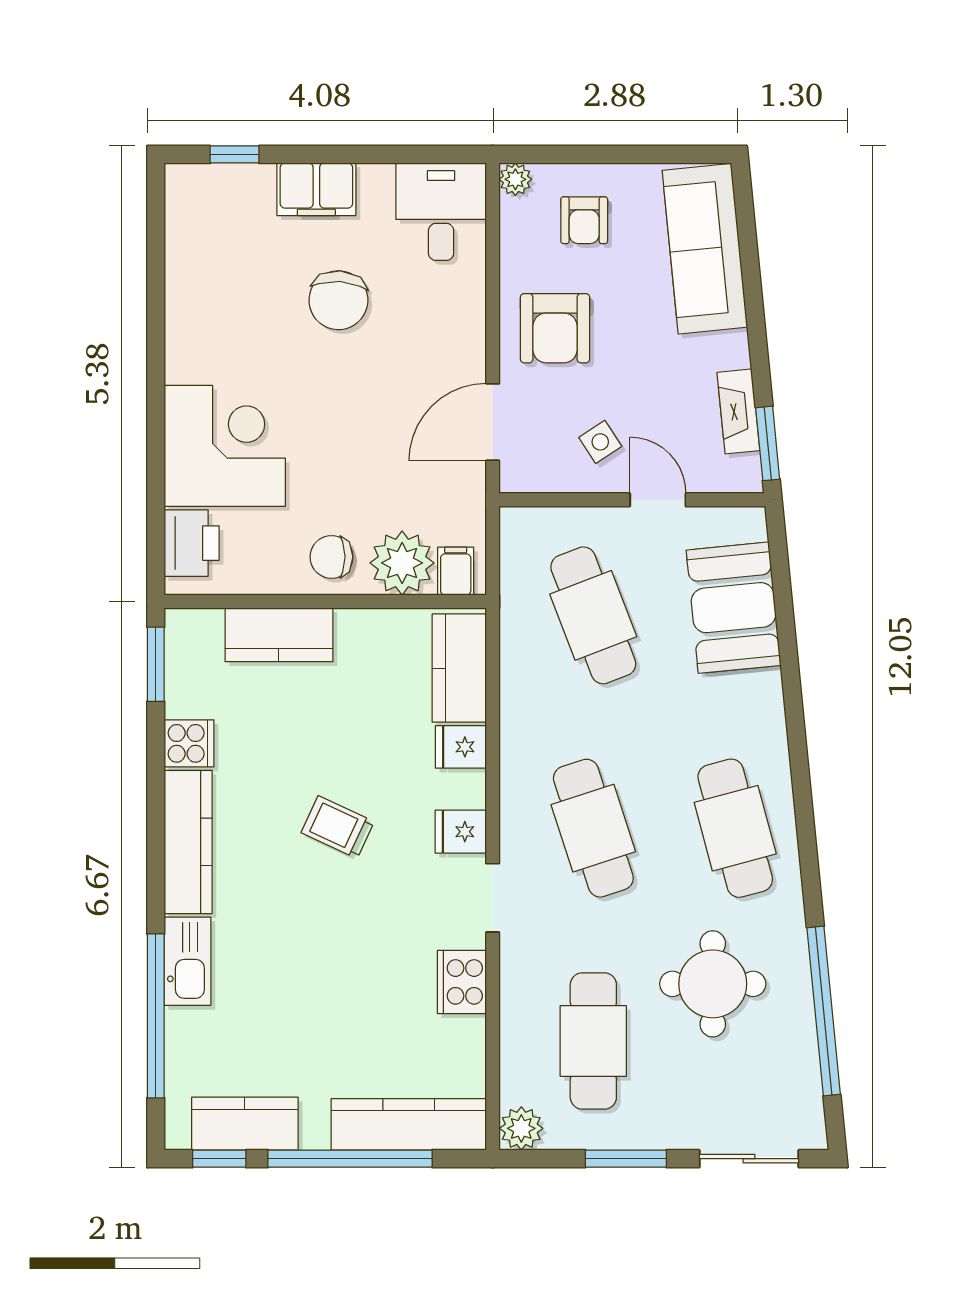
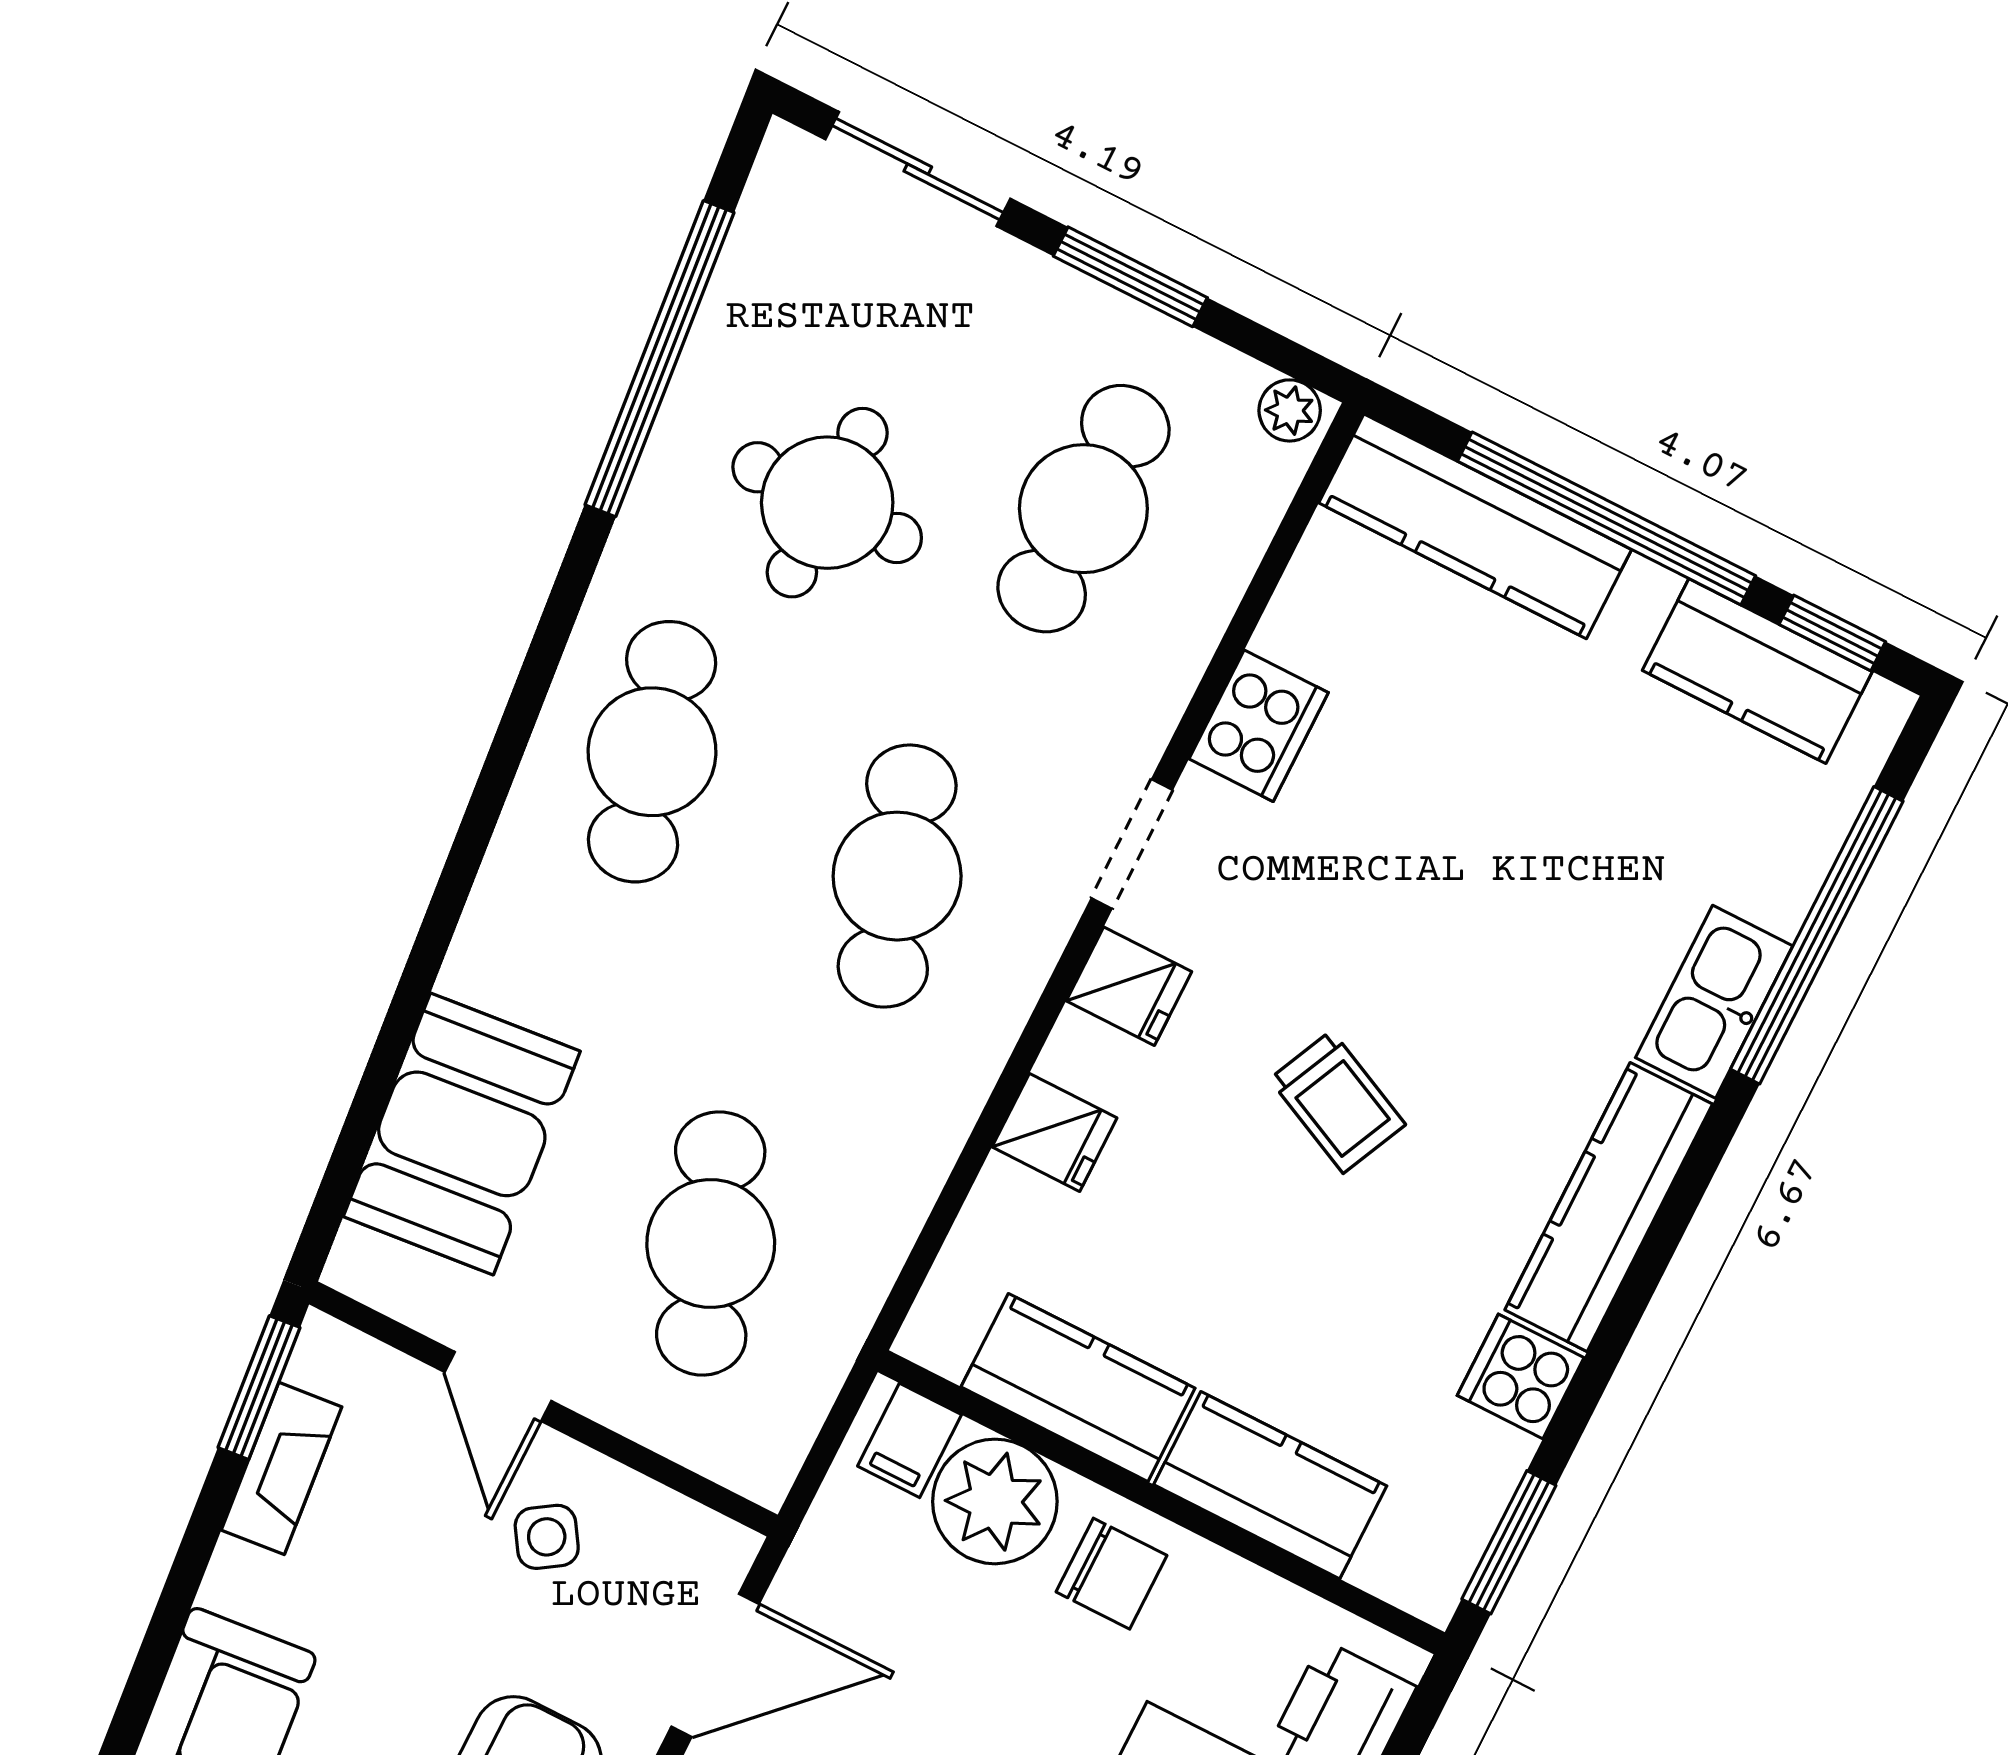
kitchen counter: (459, 668) -> (1078, 1387), moved, turned -90
plant: (521, 1128) -> (1290, 410), width x0.73, depth x0.73

